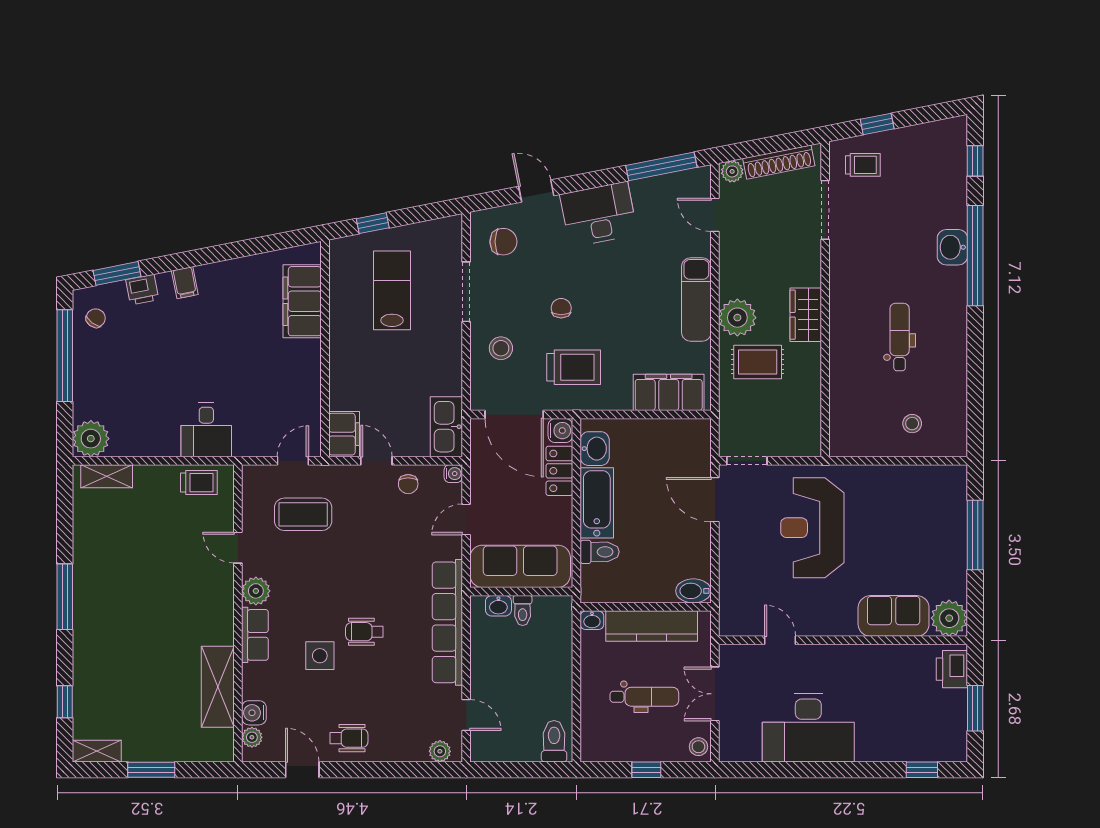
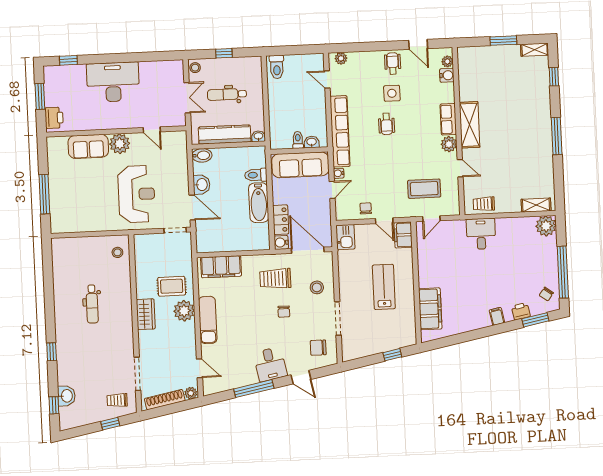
window: (661, 166) -> (254, 389), moved
desk: (599, 214) -> (270, 364), width x0.73
washbasin: (952, 247) -> (66, 396), moved
window: (975, 256) -> (52, 352), width x0.32
lab bench: (392, 290) -> (384, 287), moved, turned 180
stool: (912, 424) -> (117, 252), moved
kitchen sink: (446, 427) -> (345, 237), width x0.73
washbasin: (595, 449) -> (201, 185), moved, turned 180
water cooler: (453, 474) -> (339, 173), moved
plant: (949, 618) -> (120, 144), moved
wheelchair: (364, 632) -> (387, 124), turned 90
side table: (320, 656) -> (392, 93), moved
shelving: (218, 687) -> (470, 125), moved
desk: (808, 728) -> (113, 82), moved
wheelchair: (349, 738) -> (393, 63), turned 90

